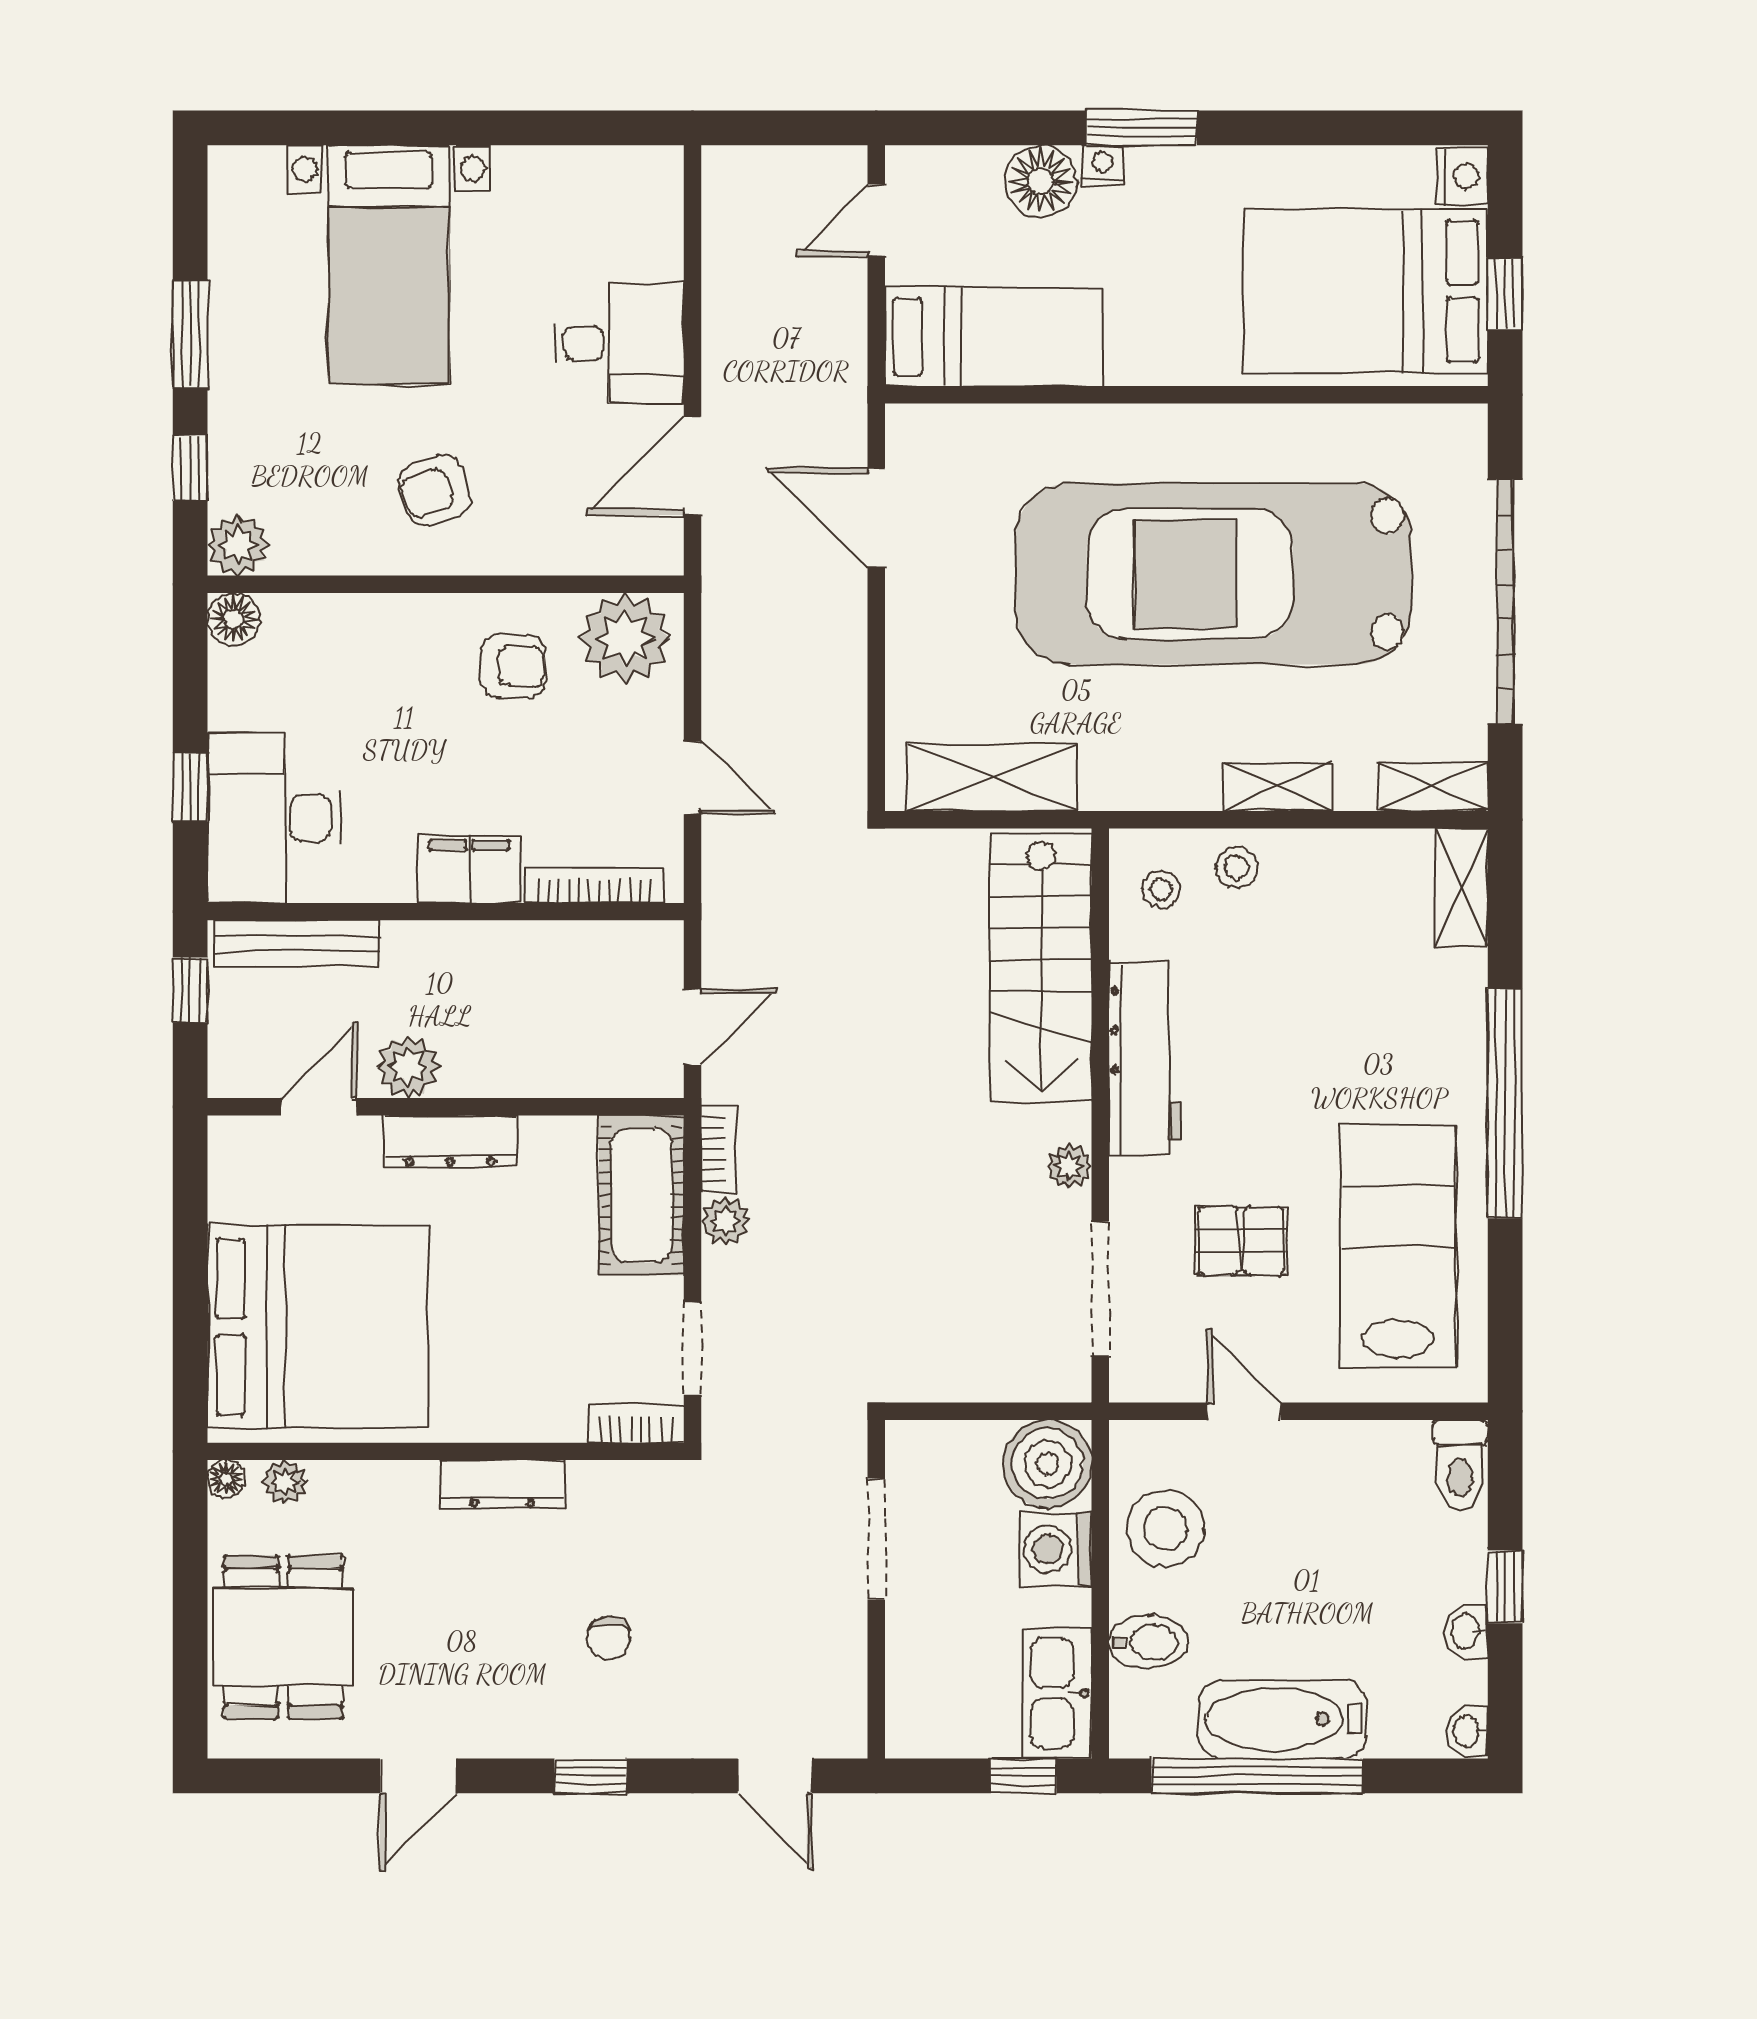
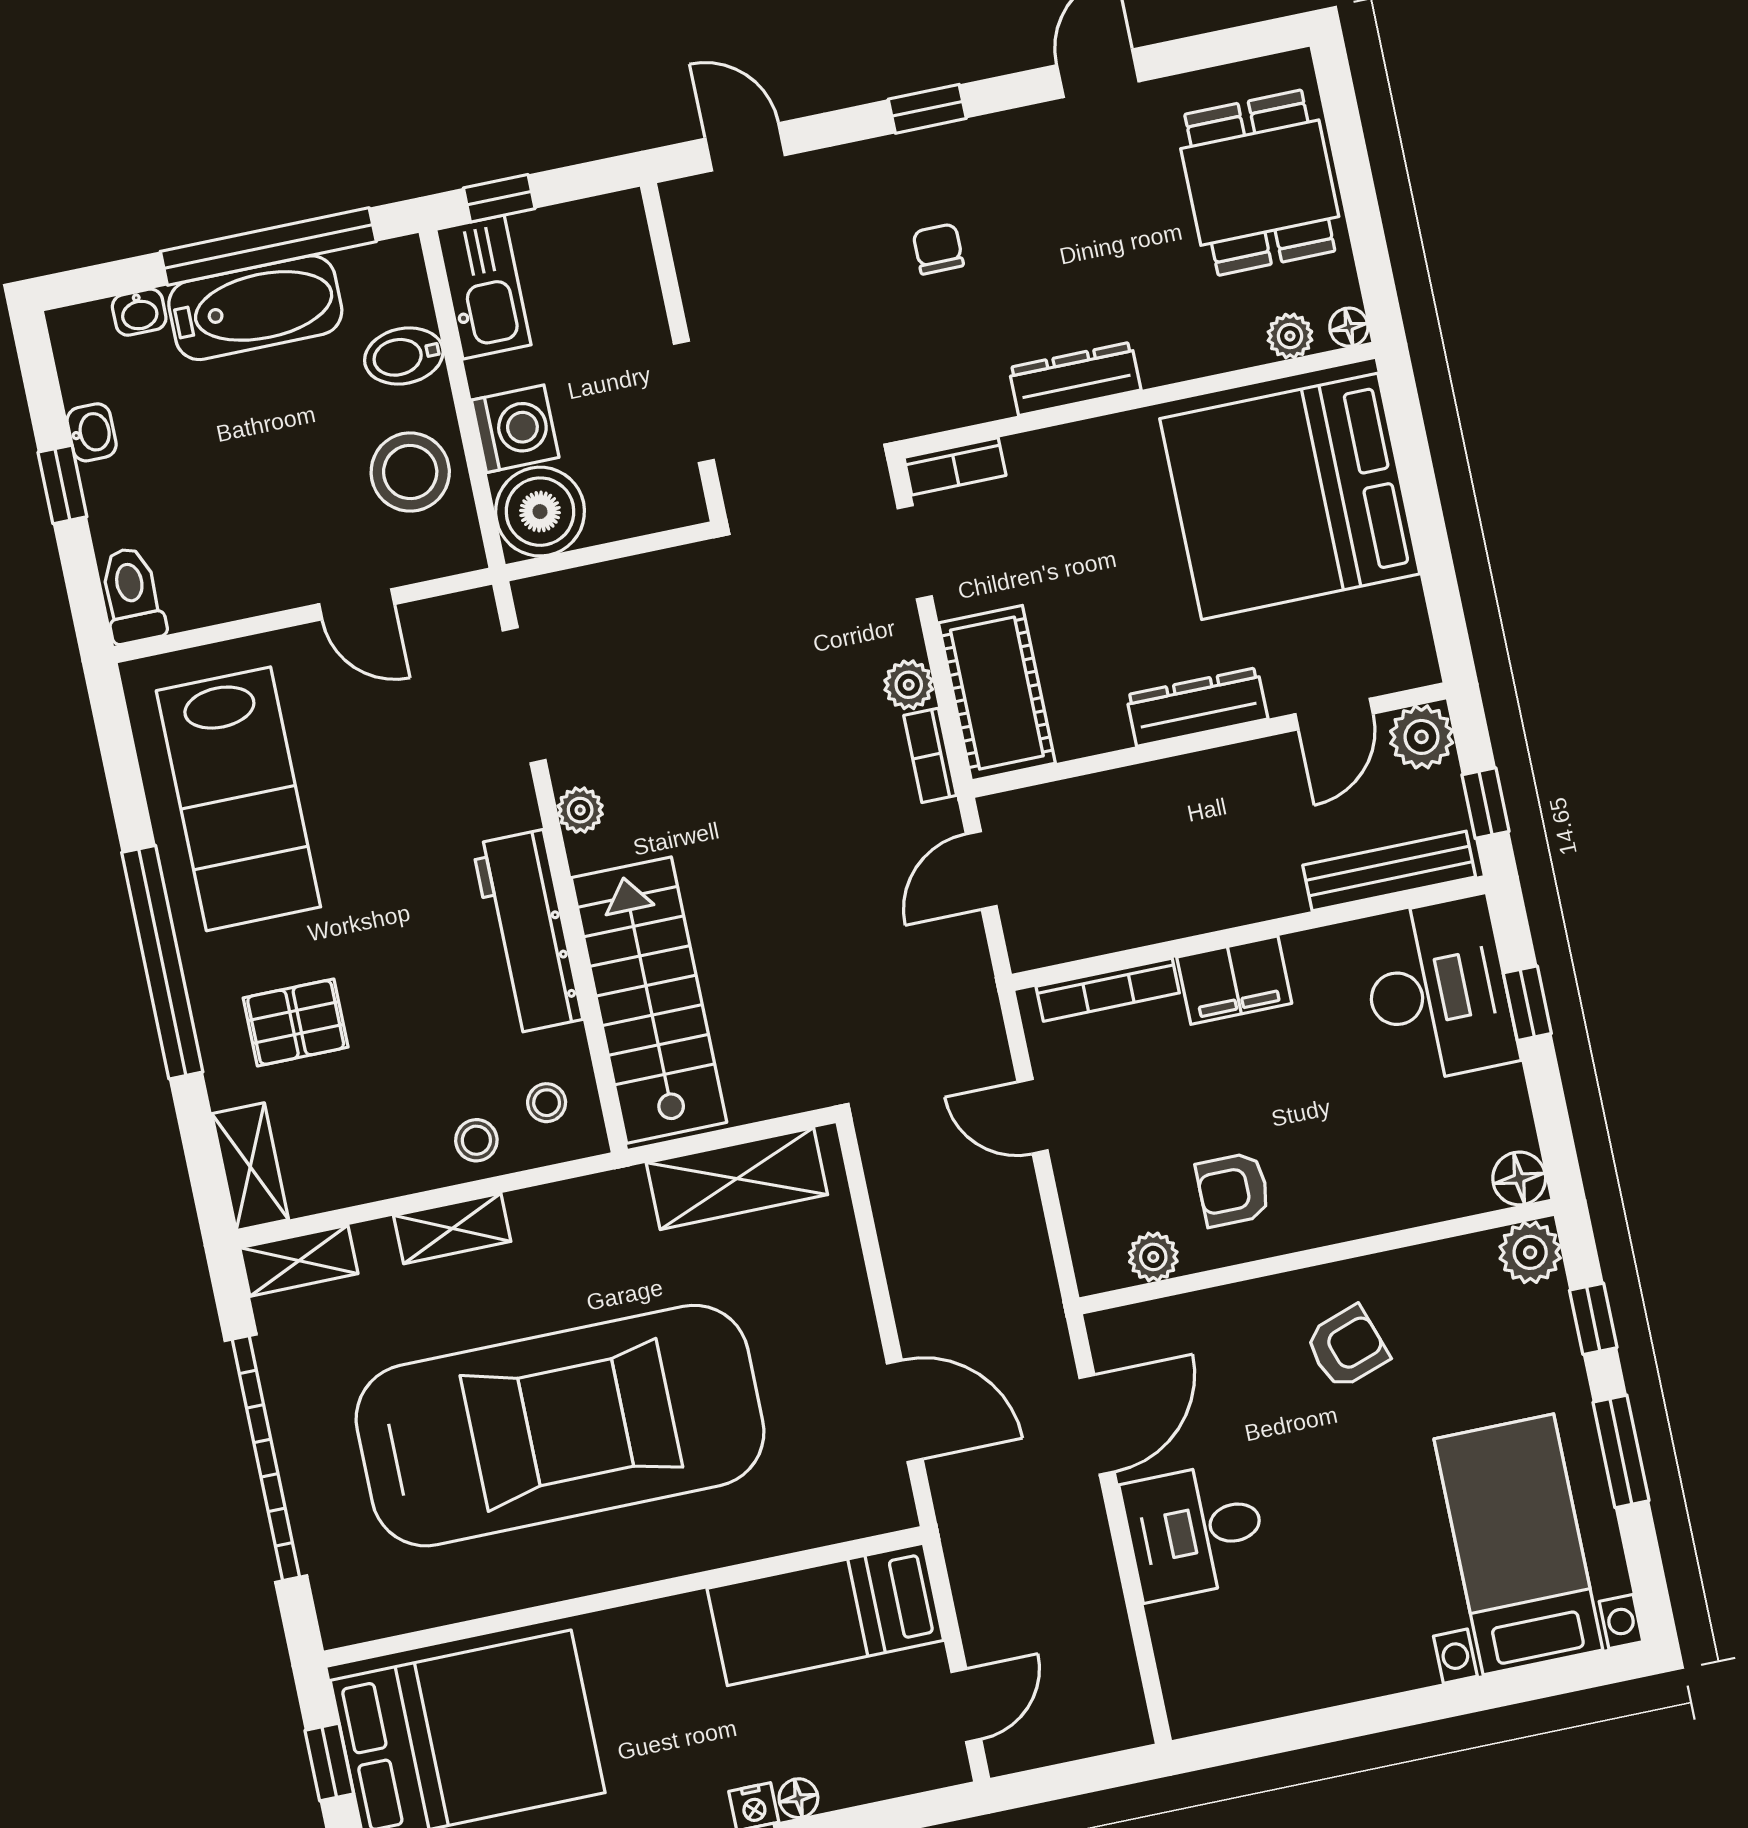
floor lamp: (1041, 181) -> (798, 1798), width x0.53, depth x0.53
bed with nightstands: (389, 265) -> (1518, 1544), moved
plant: (625, 638) -> (1153, 1257), width x0.53, depth x0.53
plant: (408, 1067) -> (1422, 737), moved
pallet: (1241, 1241) -> (296, 1023), moved
washbasin: (1467, 1731) -> (139, 312), moved, turned 90

